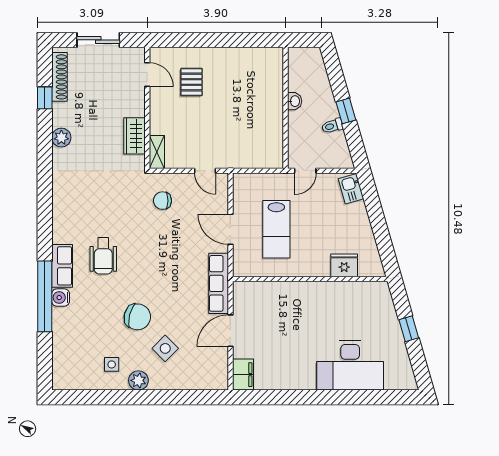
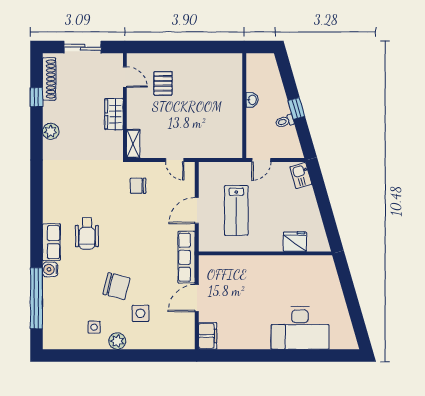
wardrobe: (134, 136) -> (114, 114), moved
door: (230, 229) -> (197, 210), hinge flipped
window: (45, 296) -> (36, 298), moved
window: (409, 329) -> (351, 296), removed
side table: (165, 348) -> (140, 313), turned 45

